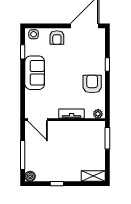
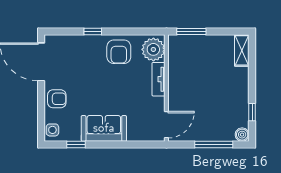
armchair: (92, 84) -> (119, 52), turned -90
plant: (98, 114) -> (153, 49), width x1.87, depth x1.87
window: (57, 184) -> (252, 112), moved

